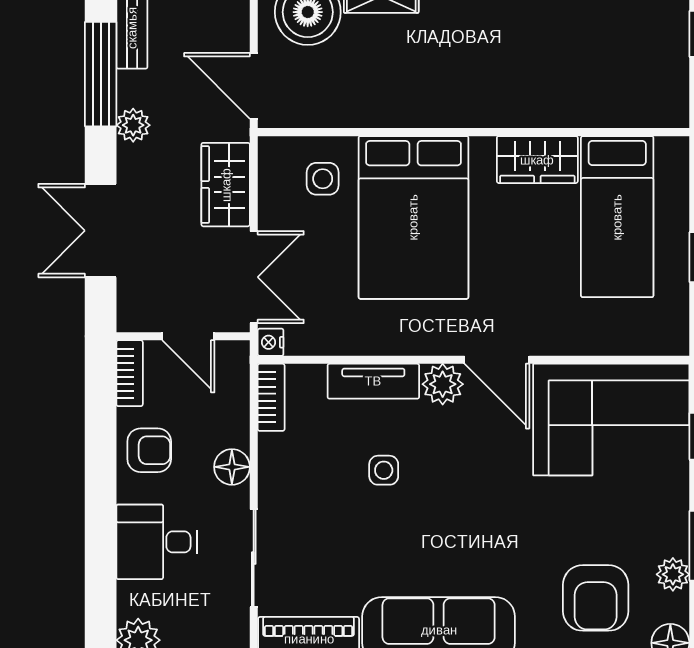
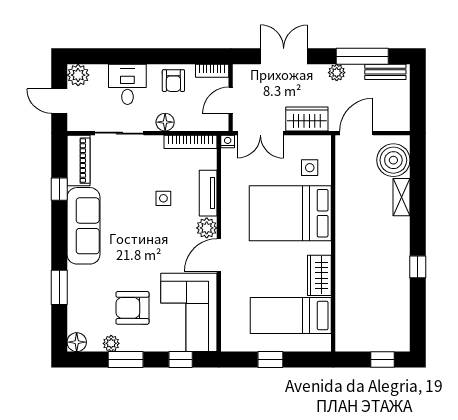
bookcase: (271, 397) -> (191, 142), width x1.56
armchair: (596, 598) -> (132, 308), moved

